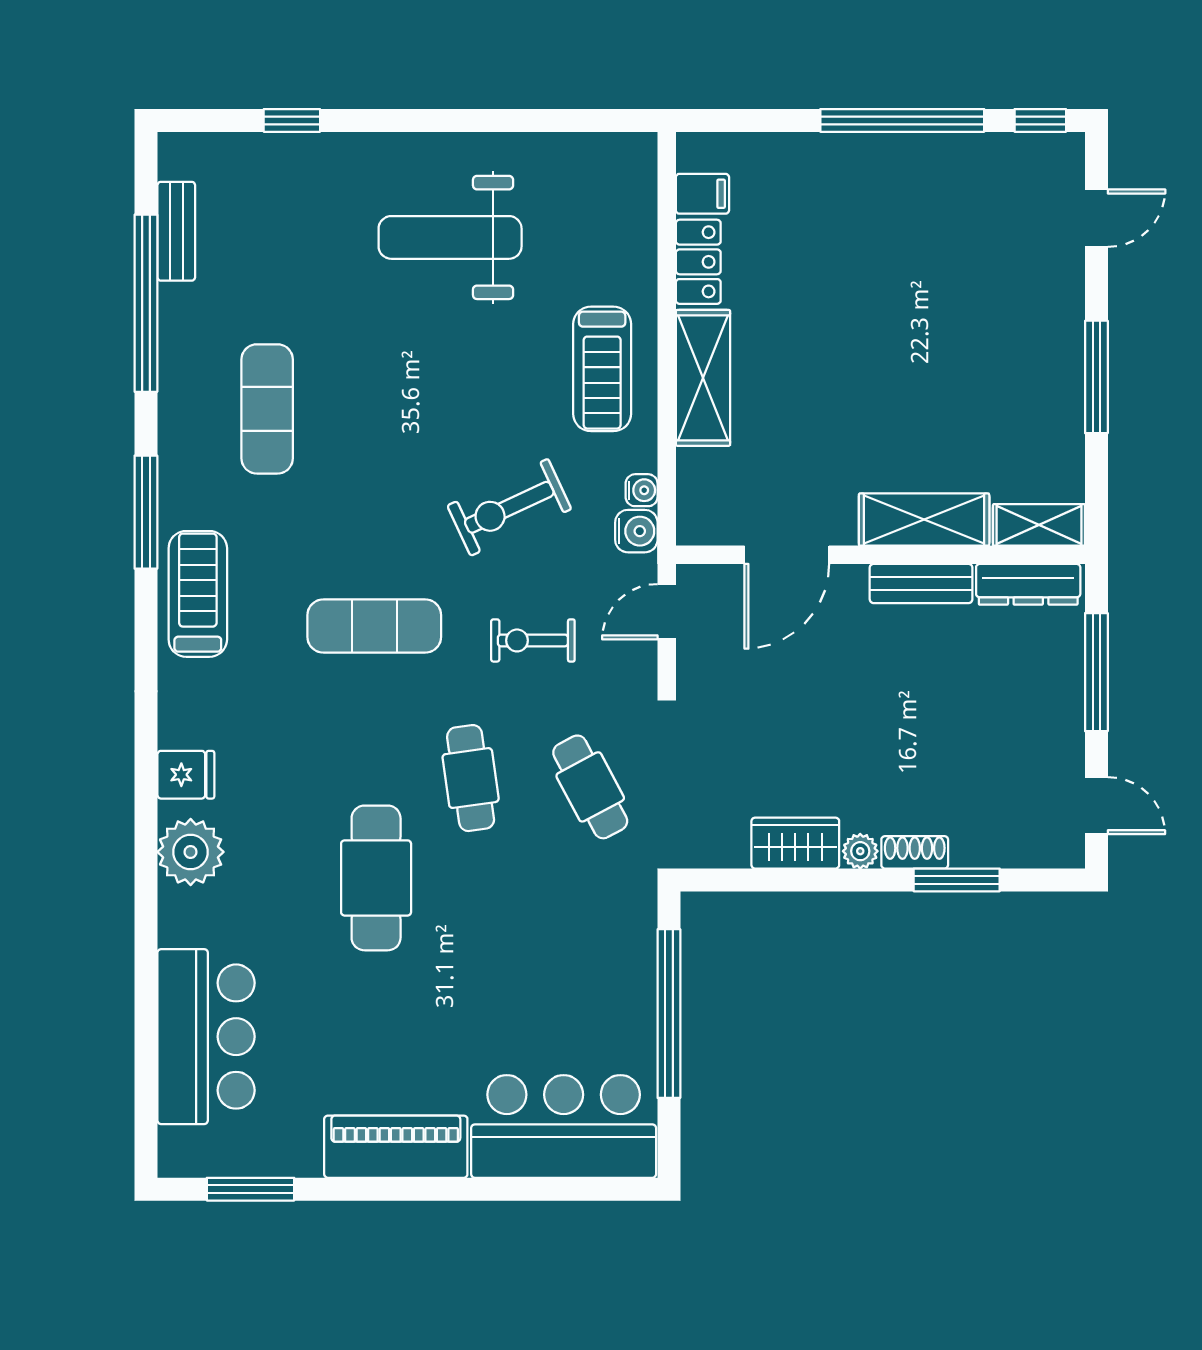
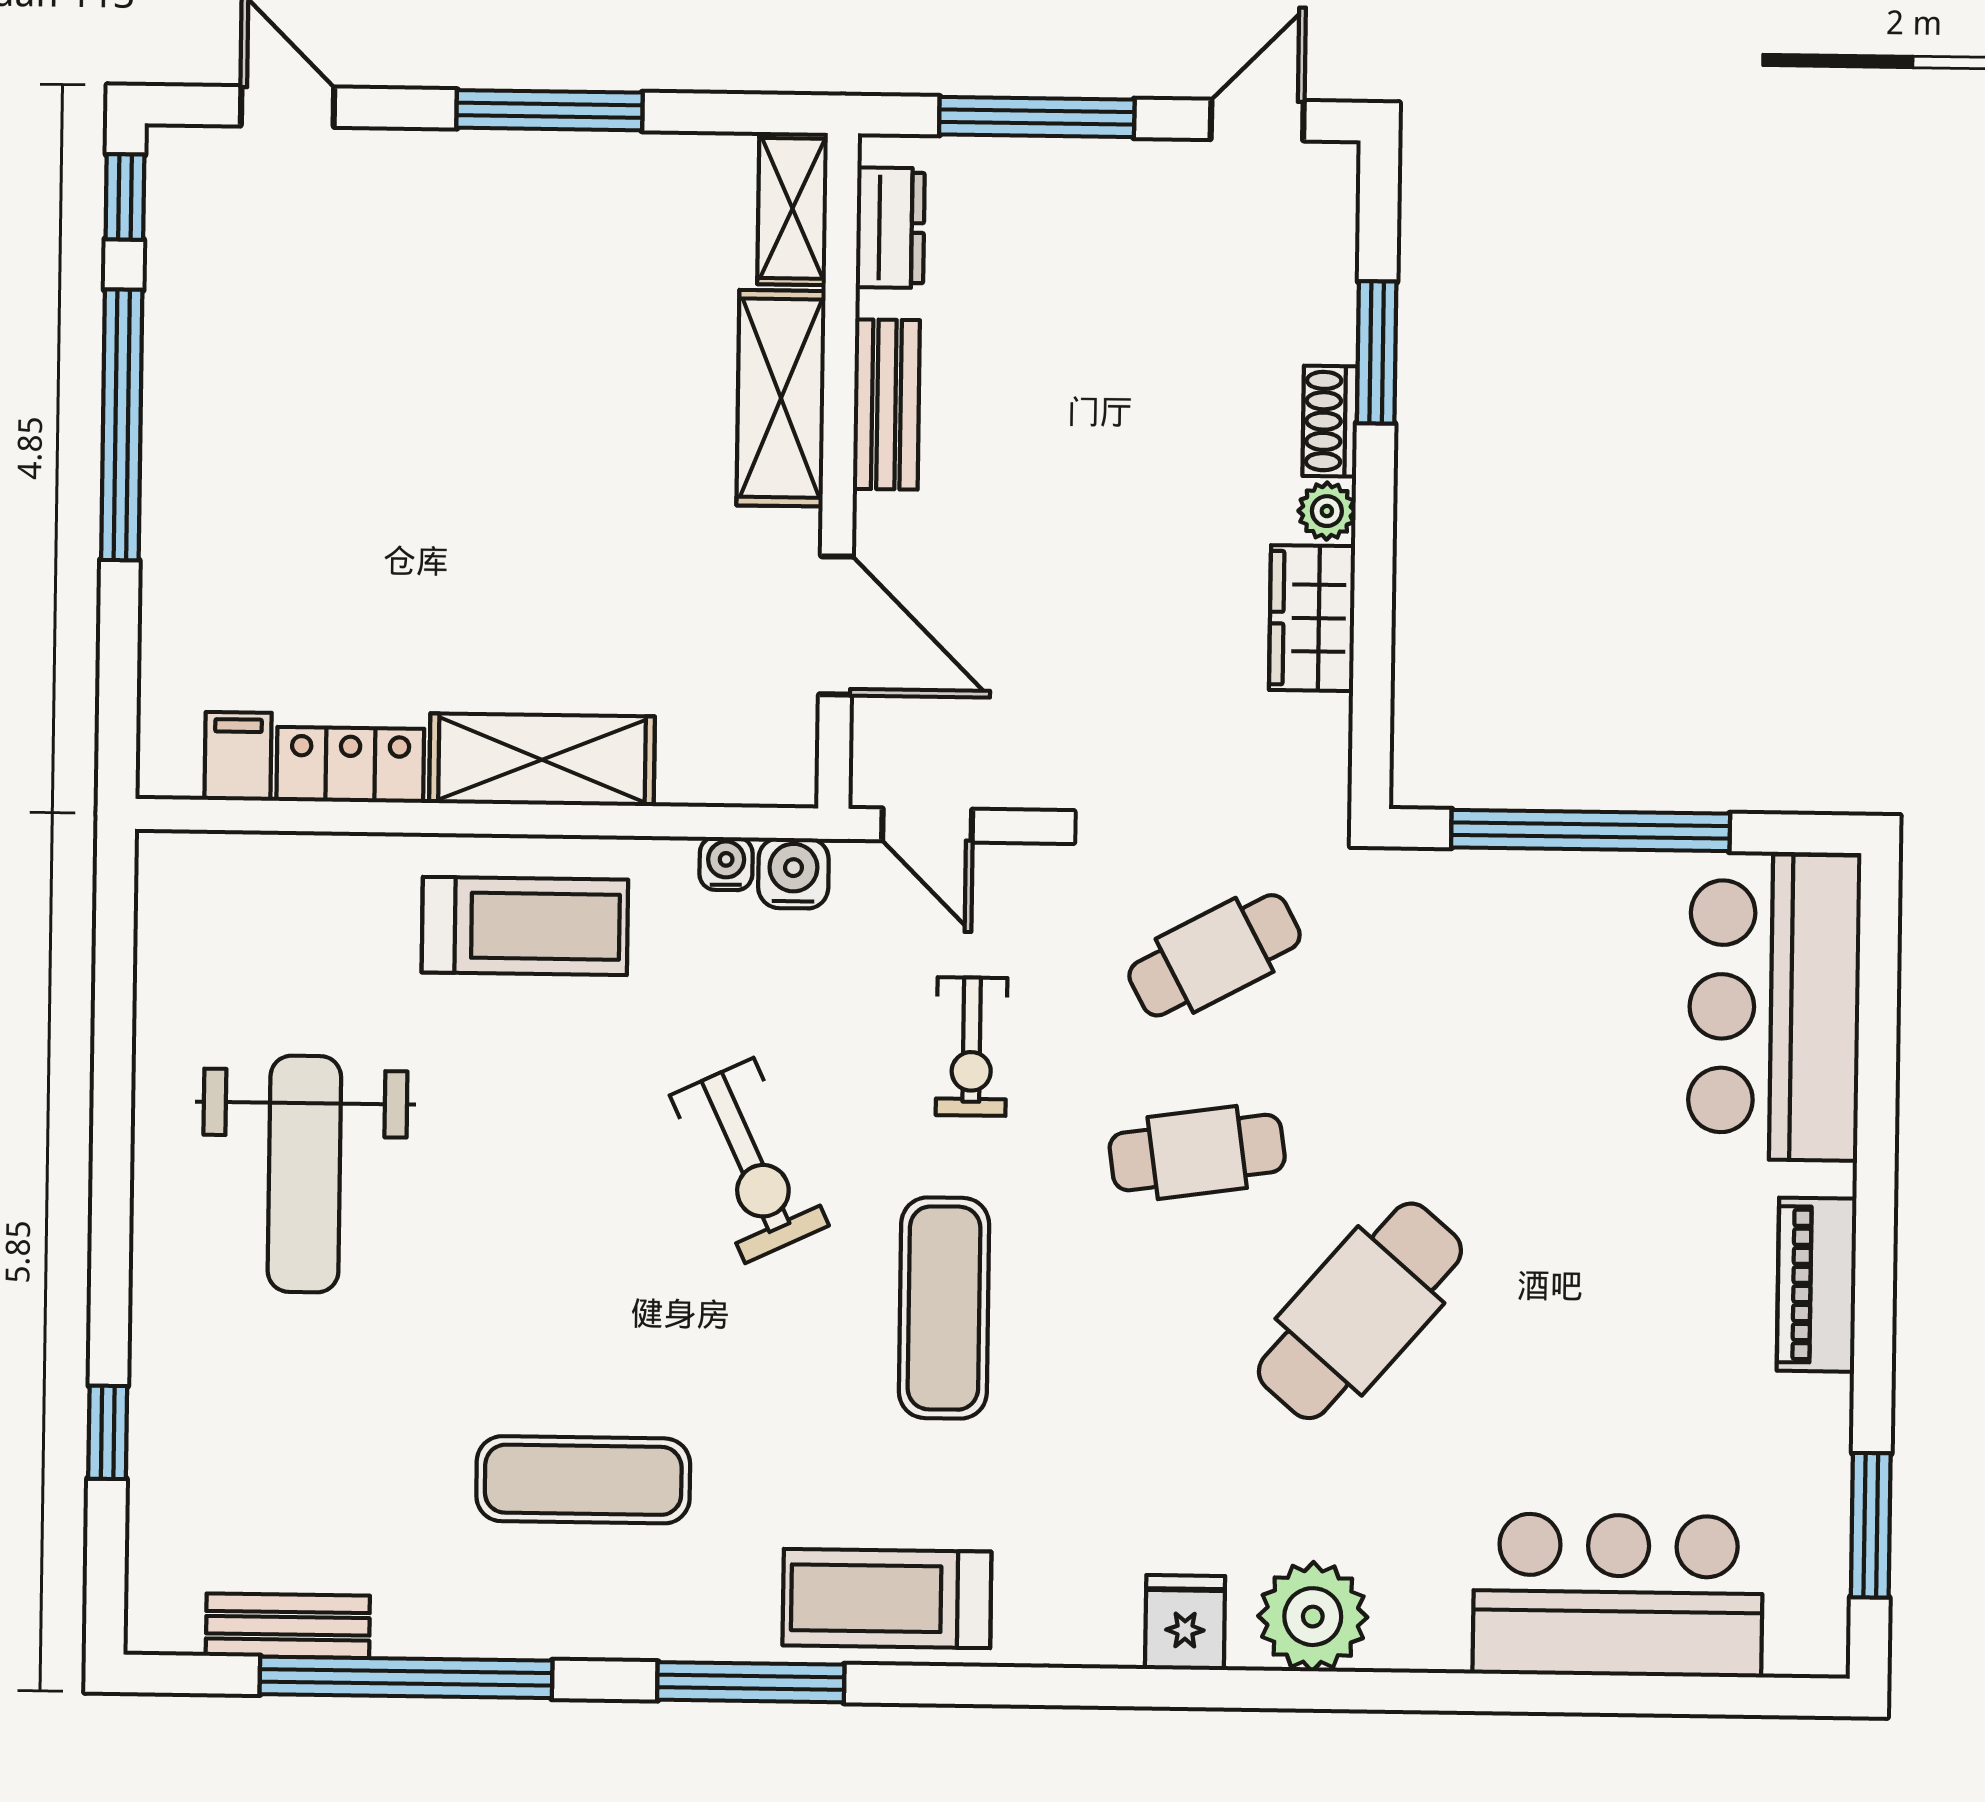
exercise bike: (509, 507) -> (749, 1160), moved
dresser: (1028, 584) -> (890, 228), width x0.70
cafe table: (376, 878) -> (1360, 1311), turned -49
piano: (396, 1147) -> (1817, 1285), width x0.73, depth x0.75

